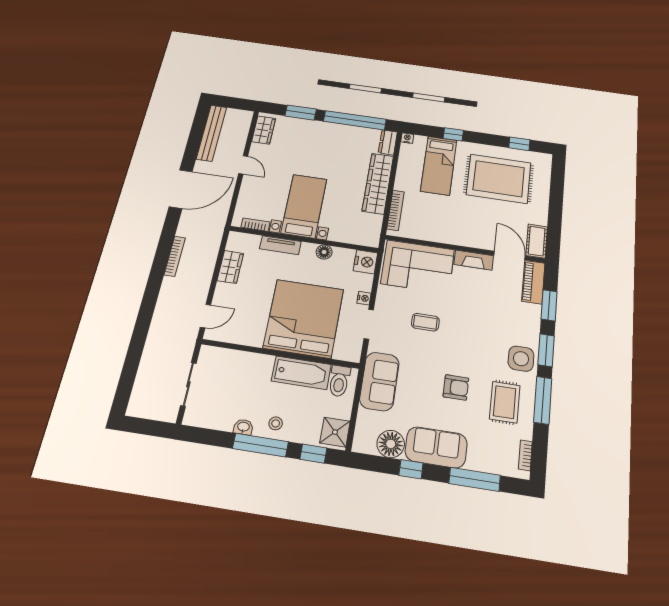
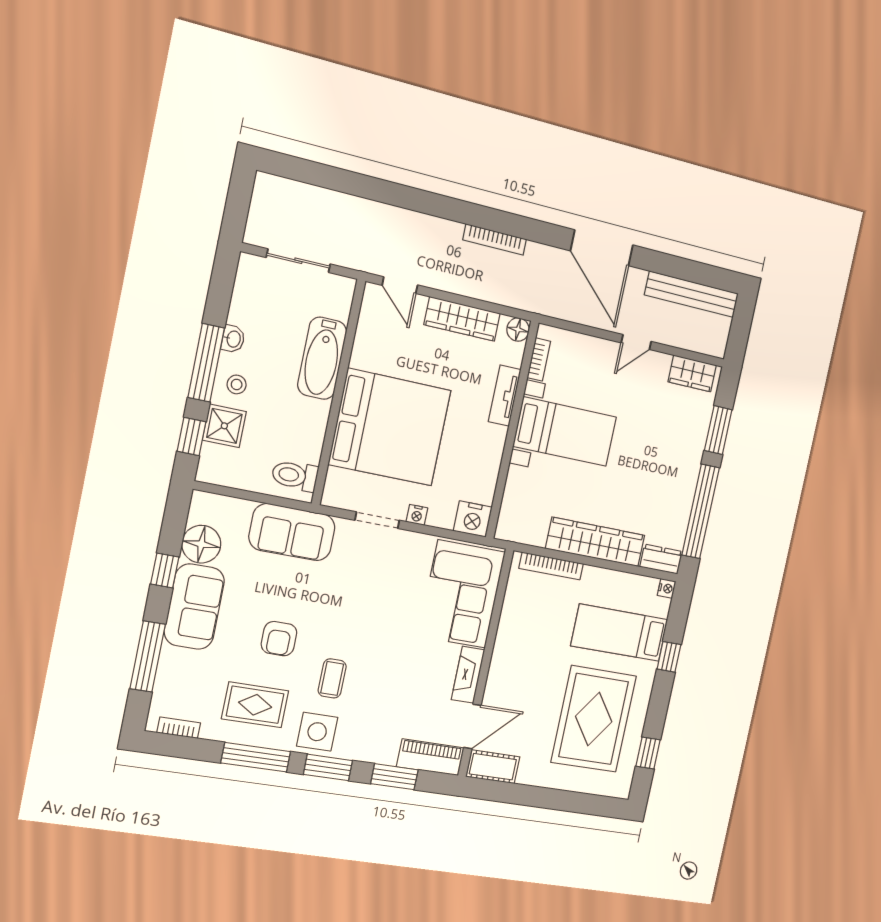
floor lamp: (324, 252) -> (518, 330), moved
wardrobe: (230, 267) -> (462, 319), width x1.50
coffee table: (425, 322) -> (332, 678), moved
bathtub: (301, 373) -> (322, 358), moved
shower: (335, 432) -> (224, 426), moved

